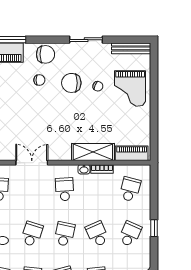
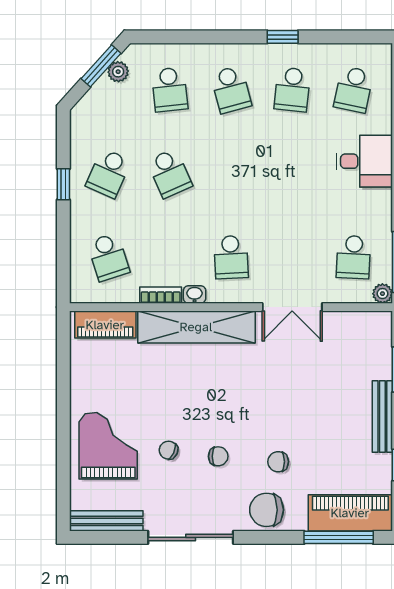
sliding door: (86, 40) -> (191, 537), width x1.37
chair: (71, 83) -> (218, 456), width x0.54, depth x0.54
shelving: (93, 152) -> (196, 327), width x1.47
school desk: (130, 189) -> (108, 257), turned -33
school desk: (32, 234) -> (292, 173), removed
school desk: (65, 234) -> (231, 173), removed

